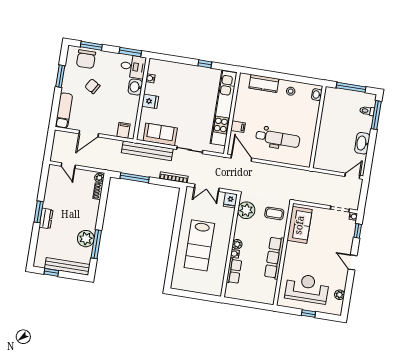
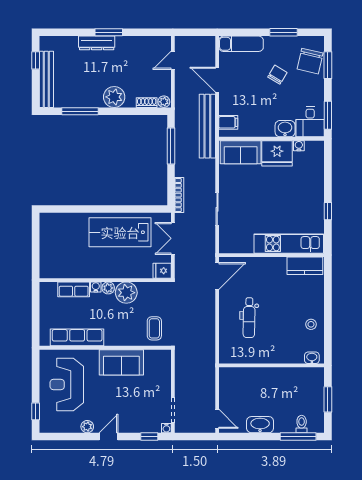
chair: (86, 59) -> (310, 61), turned -77
kitchen counter: (264, 83) -> (305, 266), moved, turned -90
window: (351, 87) -> (328, 399), width x0.69
fridge: (150, 101) -> (277, 153), width x1.88, depth x1.34
kitchen unit: (224, 108) -> (289, 244), width x0.73
filing cabinet: (238, 127) -> (256, 265), removed
sofa: (160, 134) -> (241, 152), moved, turned 90
dental chair: (278, 138) -> (249, 318), width x0.73, depth x0.72
bench: (147, 151) -> (207, 126), moved
plant: (246, 210) -> (126, 293), moved
dresser: (46, 218) -> (97, 43), width x1.44
sofa: (299, 225) -> (121, 362), moved
plant: (86, 239) -> (114, 97), moved
lab bench: (199, 245) -> (120, 232), moved
row of seats: (274, 258) -> (77, 337), moved
reception desk: (307, 288) -> (67, 384), turned 180
plant: (340, 295) -> (87, 427), moved
window: (308, 314) -> (36, 411), moved

